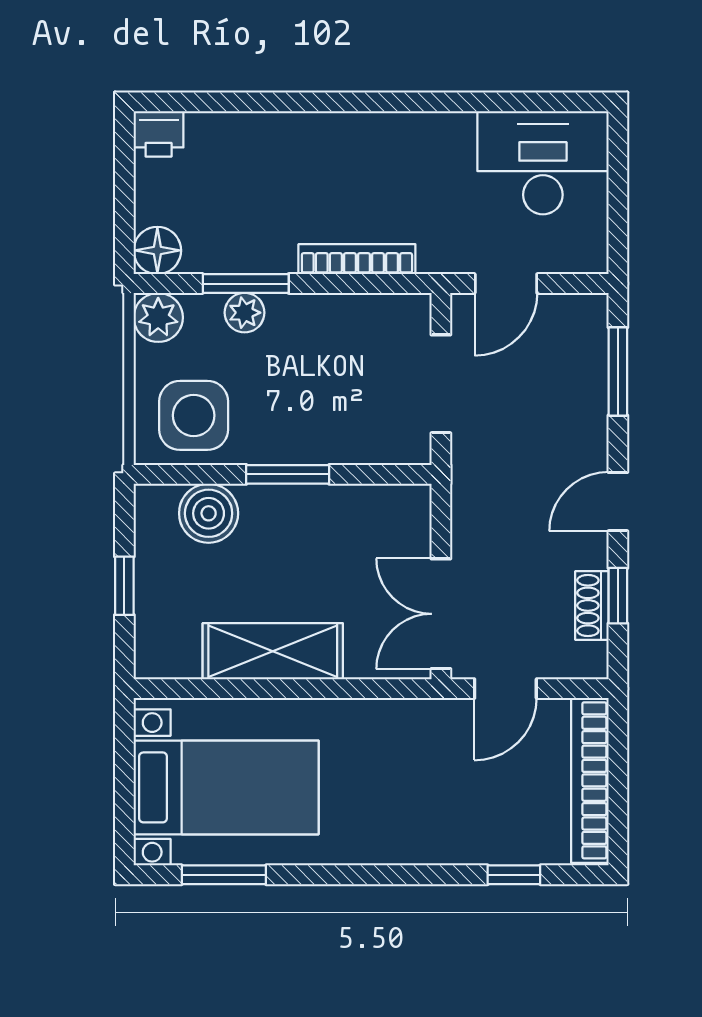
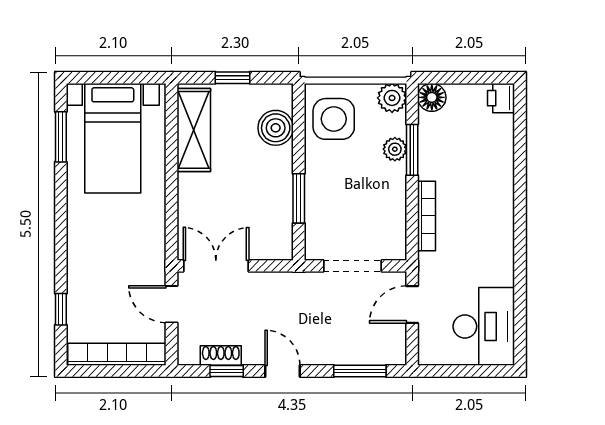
door: (506, 284) -> (412, 305), hinge flipped
window: (288, 474) -> (299, 198), moved
shelving: (273, 651) -> (194, 130), moved

